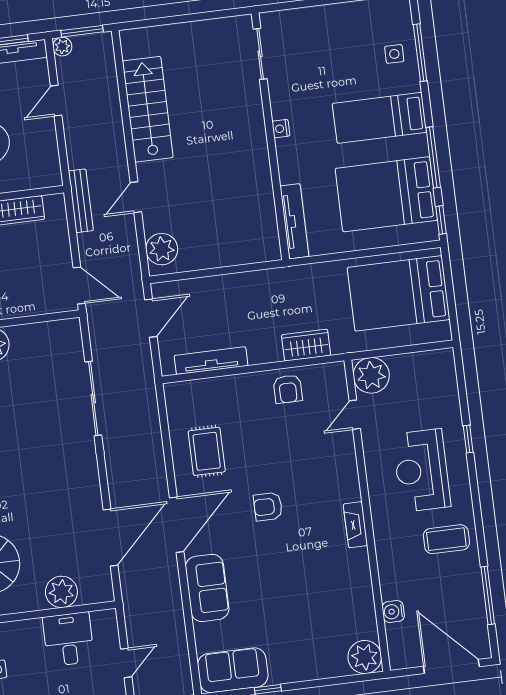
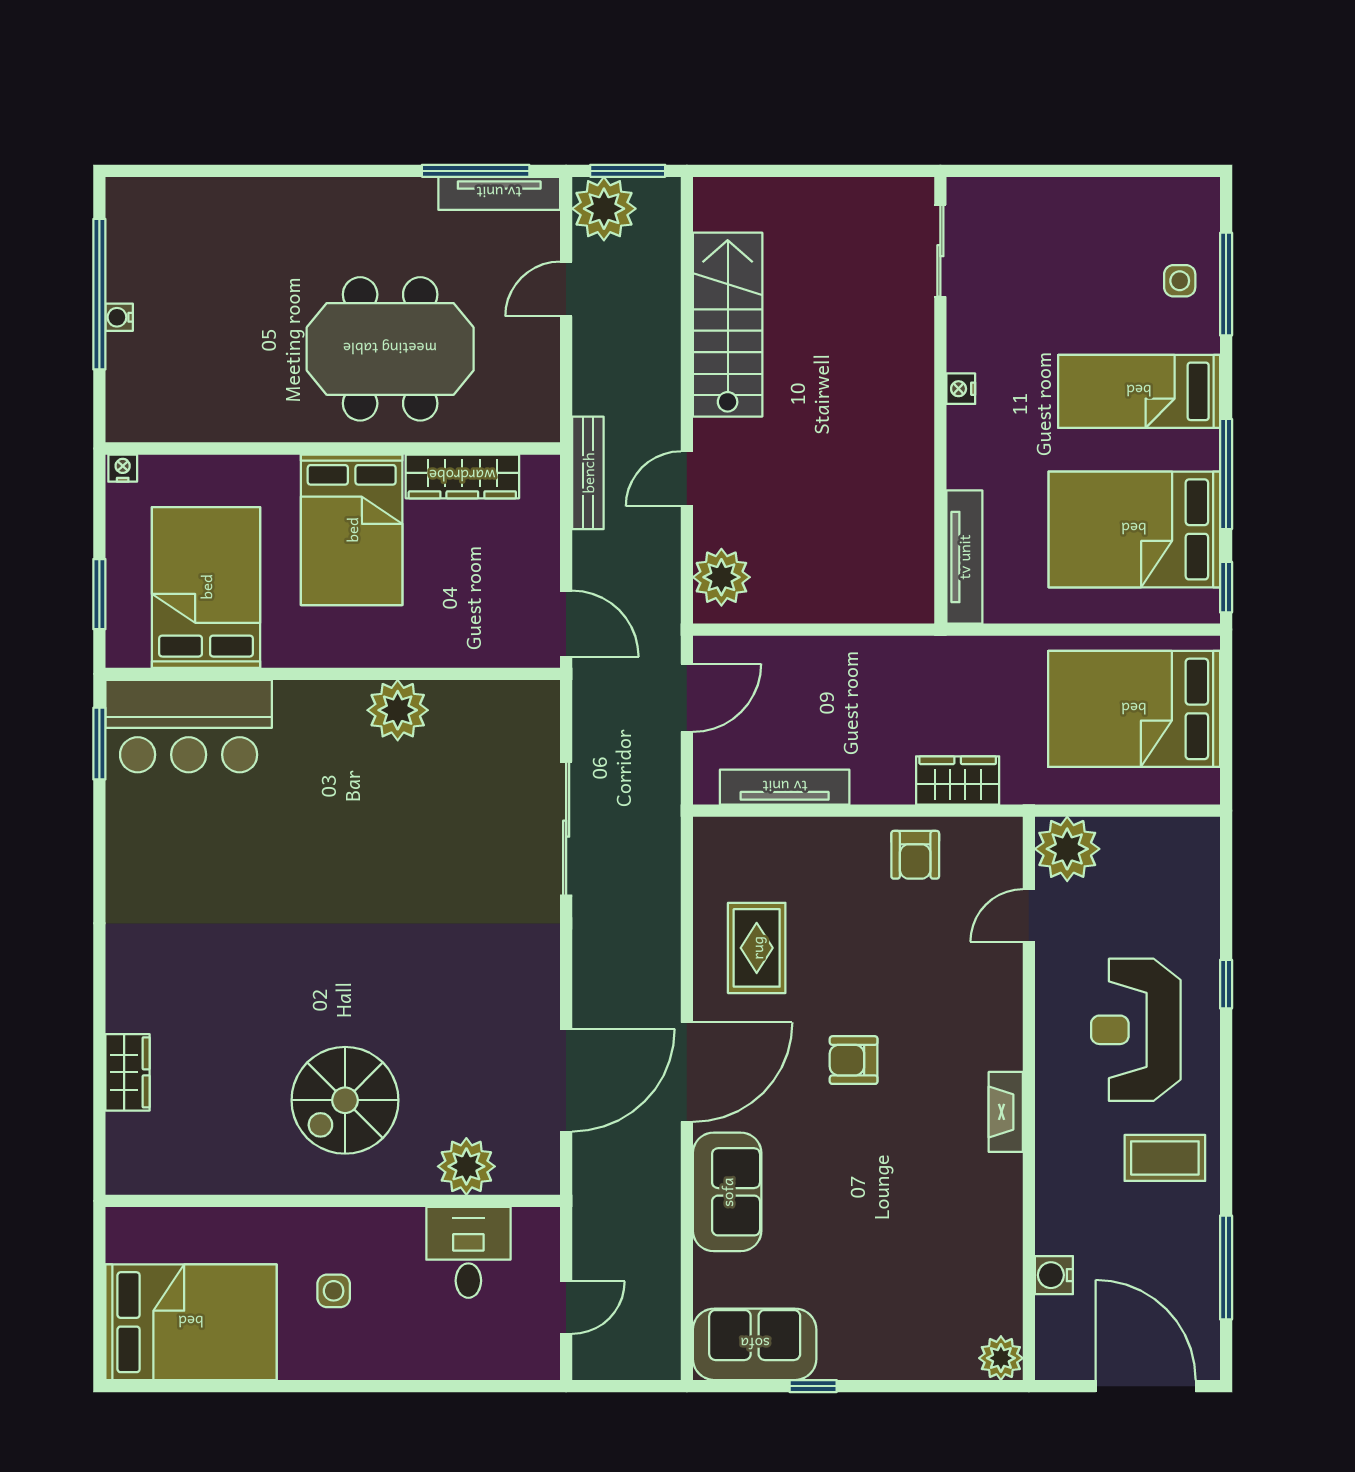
plant: (62, 47) -> (604, 209), width x1.88, depth x1.88
plant: (365, 657) -> (1001, 1358), width x0.73, depth x0.73

